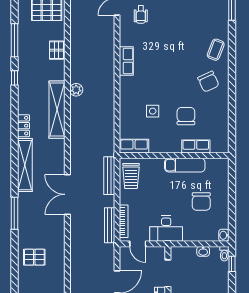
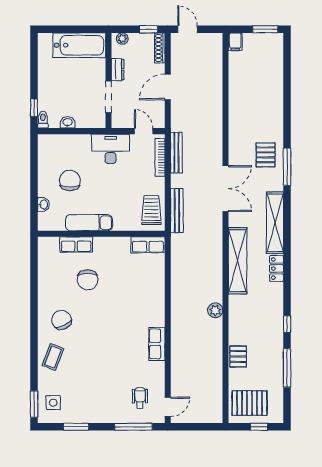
shelving: (57, 110) -> (238, 261), moved
side table: (153, 111) -> (53, 403), moved
washbasin: (224, 235) -> (43, 204), moved
pallet: (34, 257) -> (266, 155), moved, turned 90

